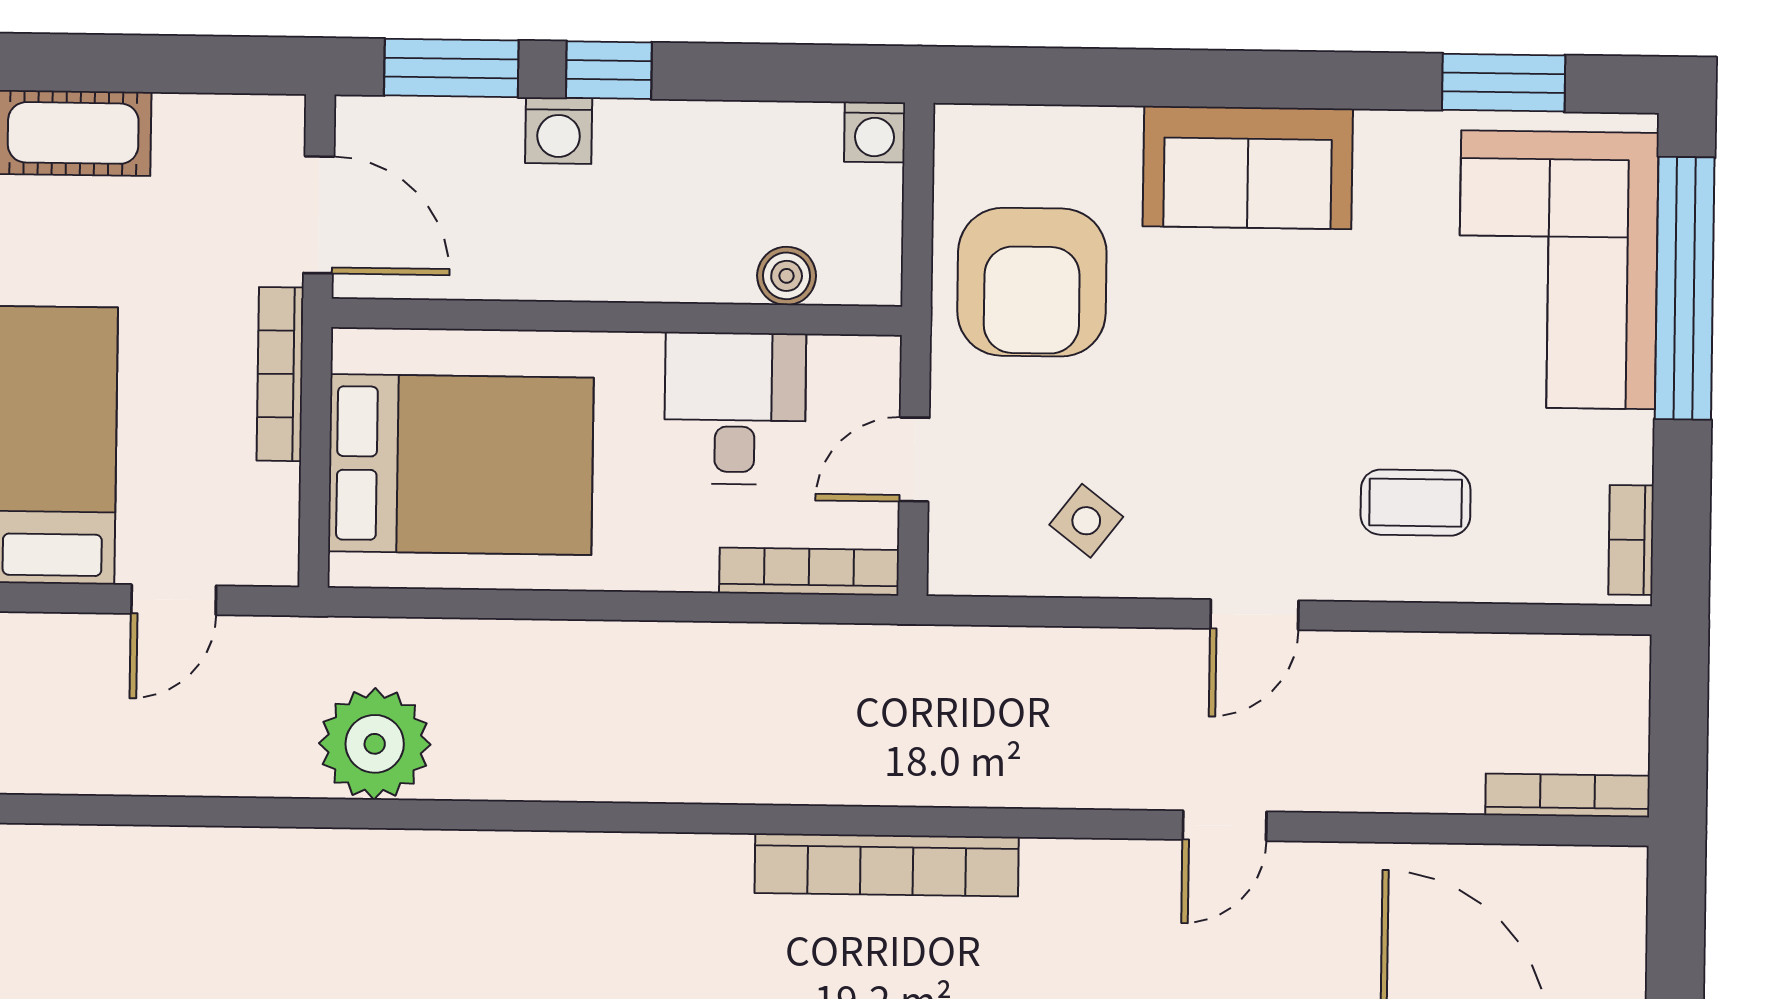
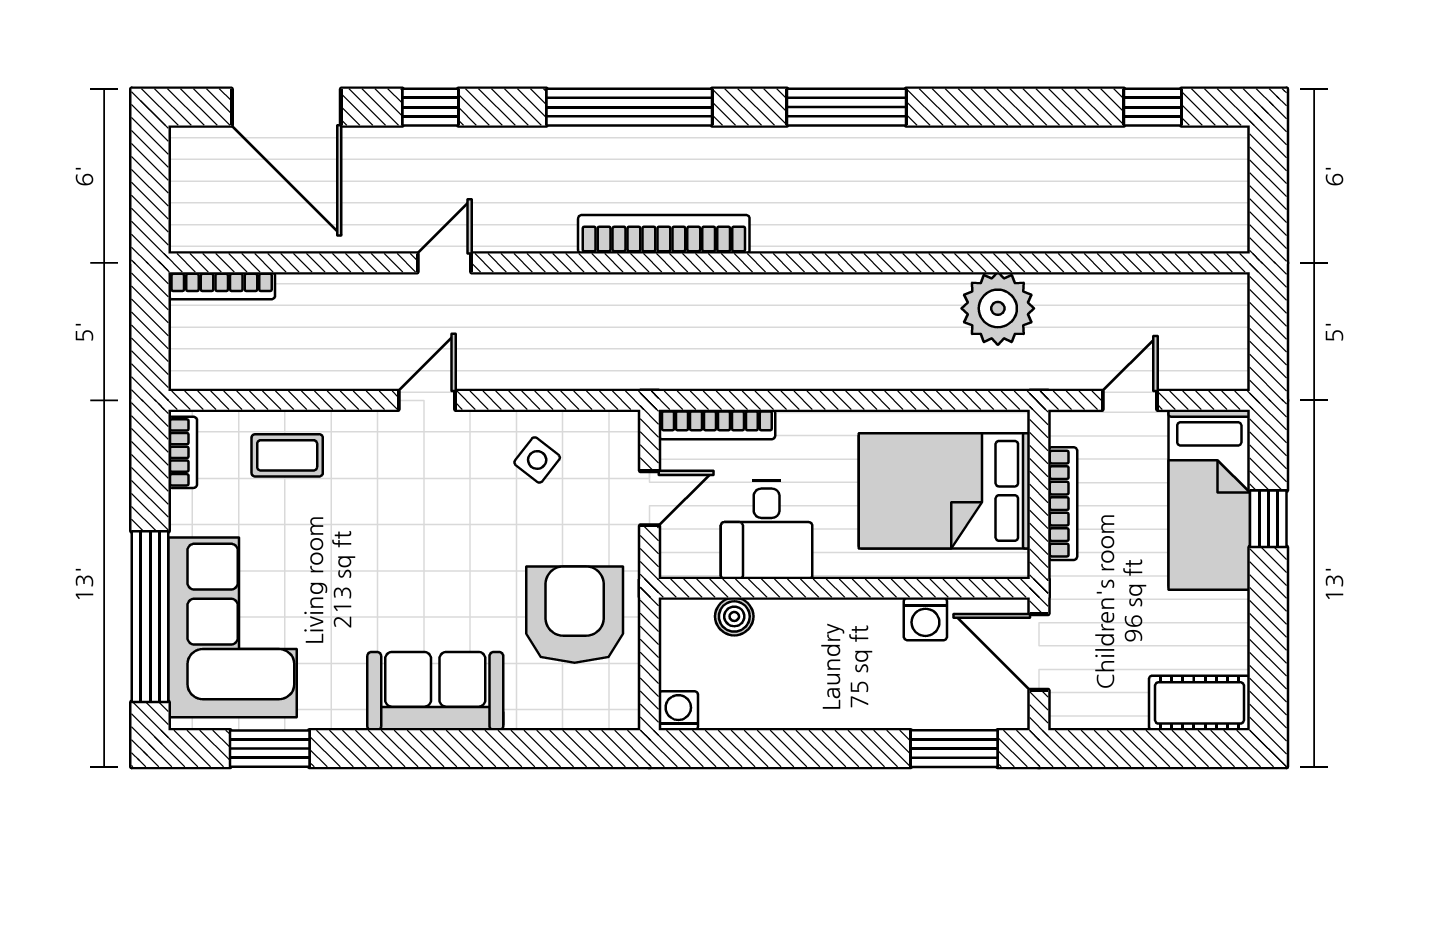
window: (609, 70) -> (852, 749), removed
washing machine: (559, 131) -> (925, 619), moved, turned 180
bookcase: (280, 374) -> (1063, 504), moved
coffee table: (1416, 503) -> (287, 455), moved

